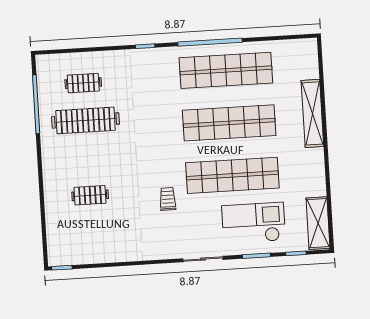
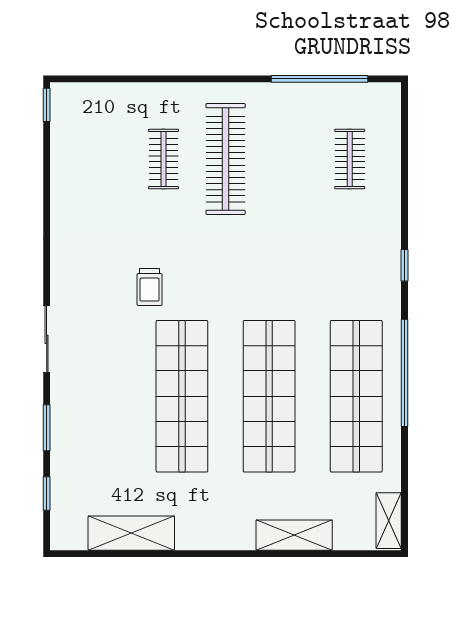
shelving: (300, 46) -> (389, 521), added
shelving: (312, 113) -> (294, 535), width x0.68
clothes rail: (86, 120) -> (226, 159), moved
trolley: (168, 199) -> (150, 287), turned 90
checkout: (254, 223) -> (101, 426), removed
shelving: (318, 223) -> (131, 533), moved

